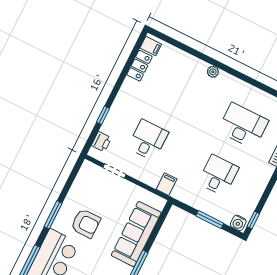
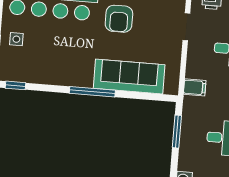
window: (210, 220) -> (177, 132), moved

